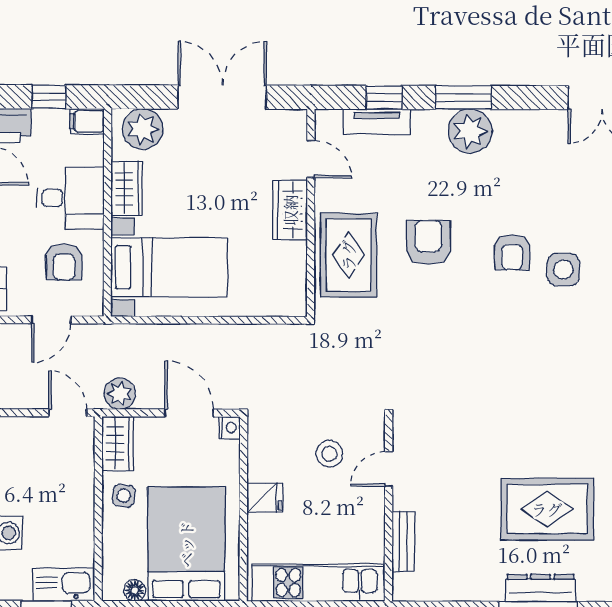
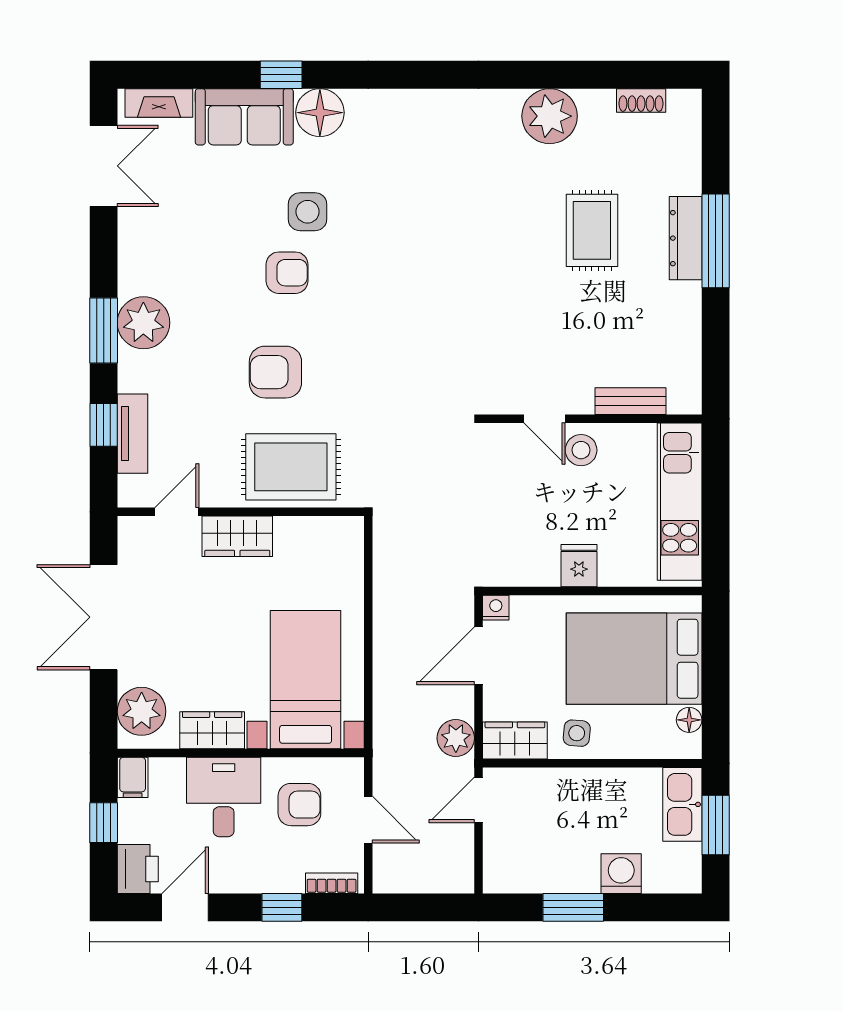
stool: (329, 454) -> (581, 450), moved
rug: (547, 509) -> (592, 230), width x0.73, depth x0.70

